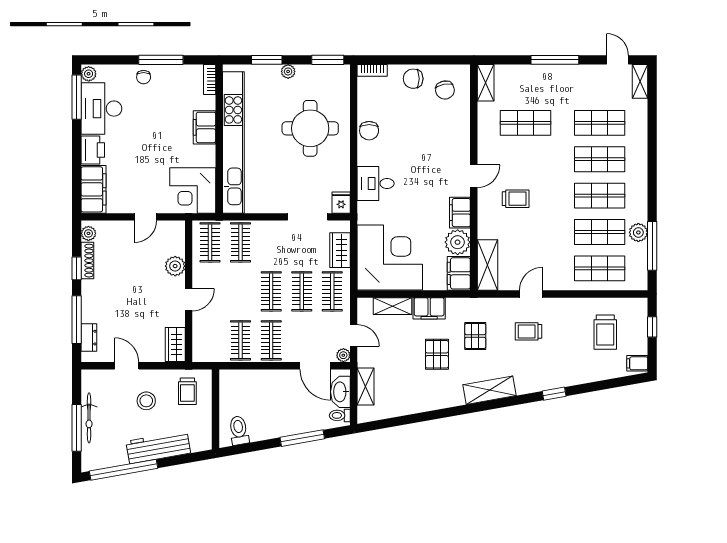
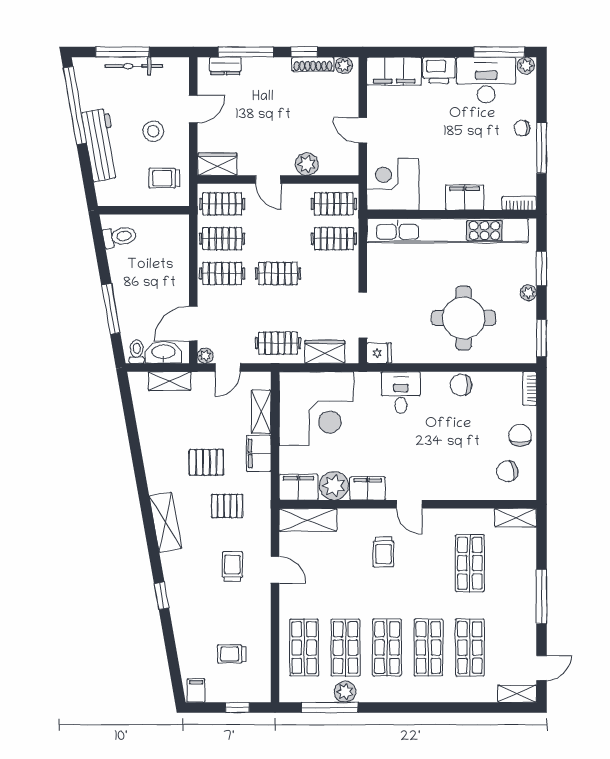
clothes rail: (302, 291) -> (222, 204), moved
trolley: (605, 332) -> (232, 654), width x0.73, depth x0.72

